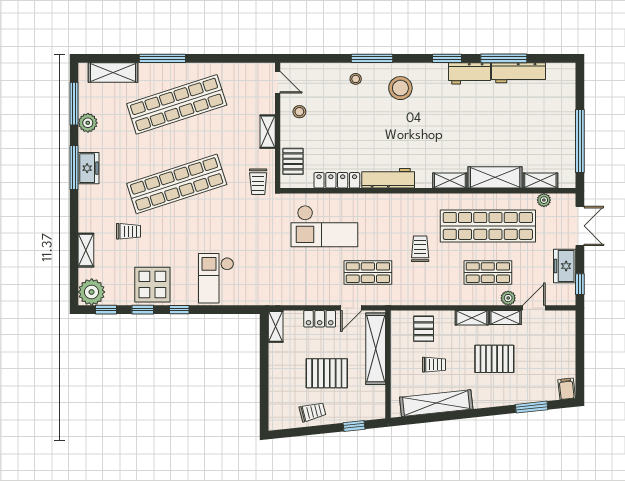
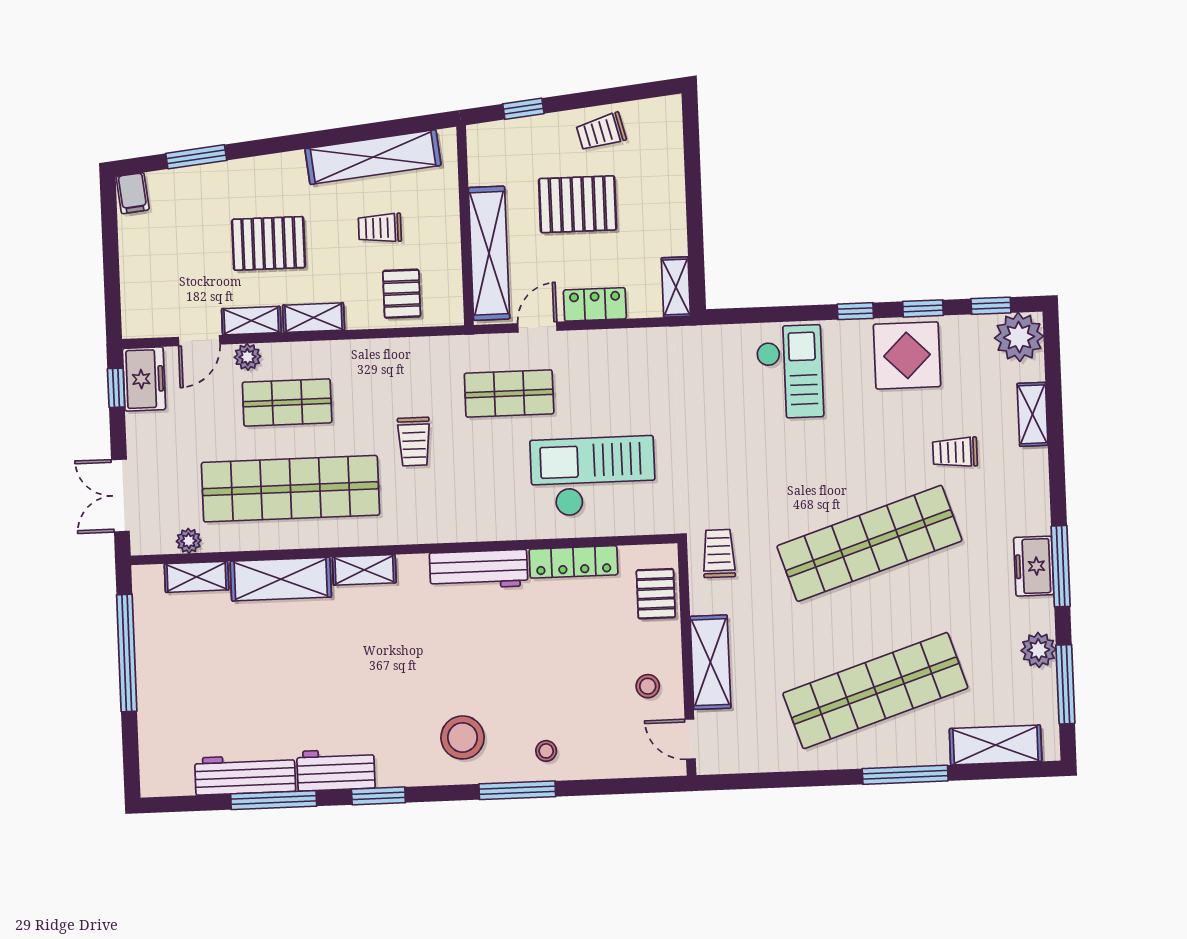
shelving: (268, 132) -> (710, 662), width x1.50, depth x1.33
freezer: (565, 266) -> (144, 379), moved

